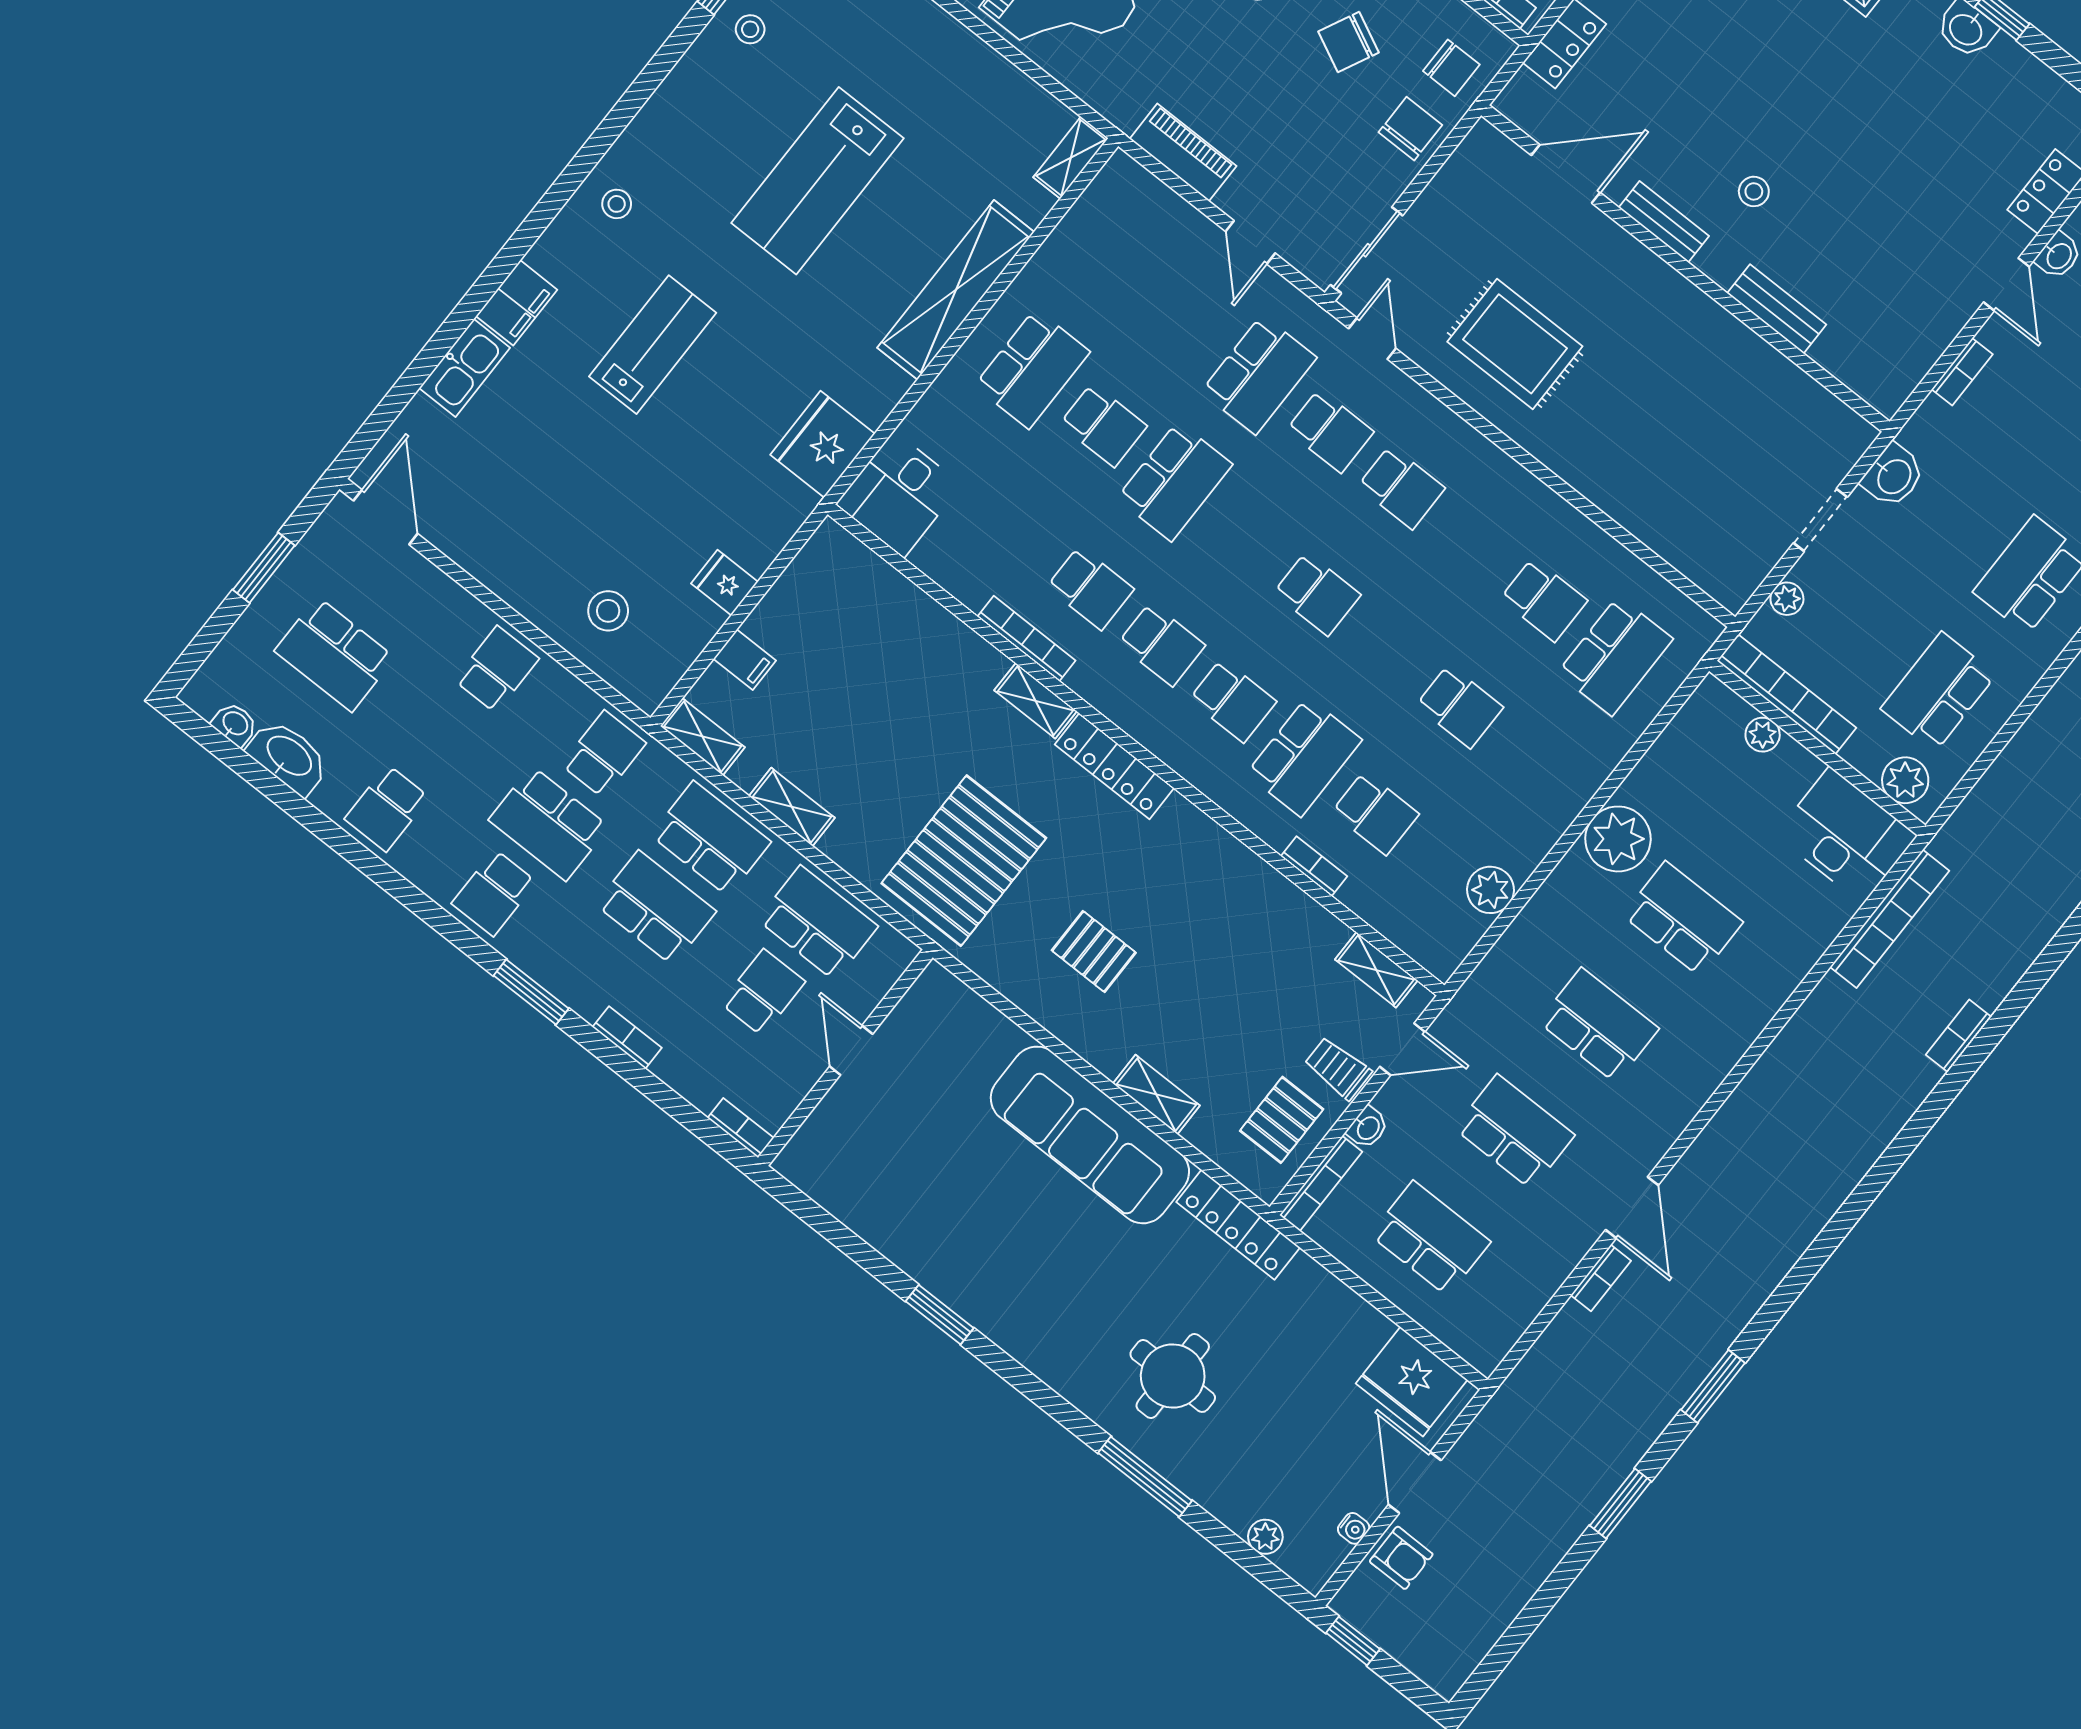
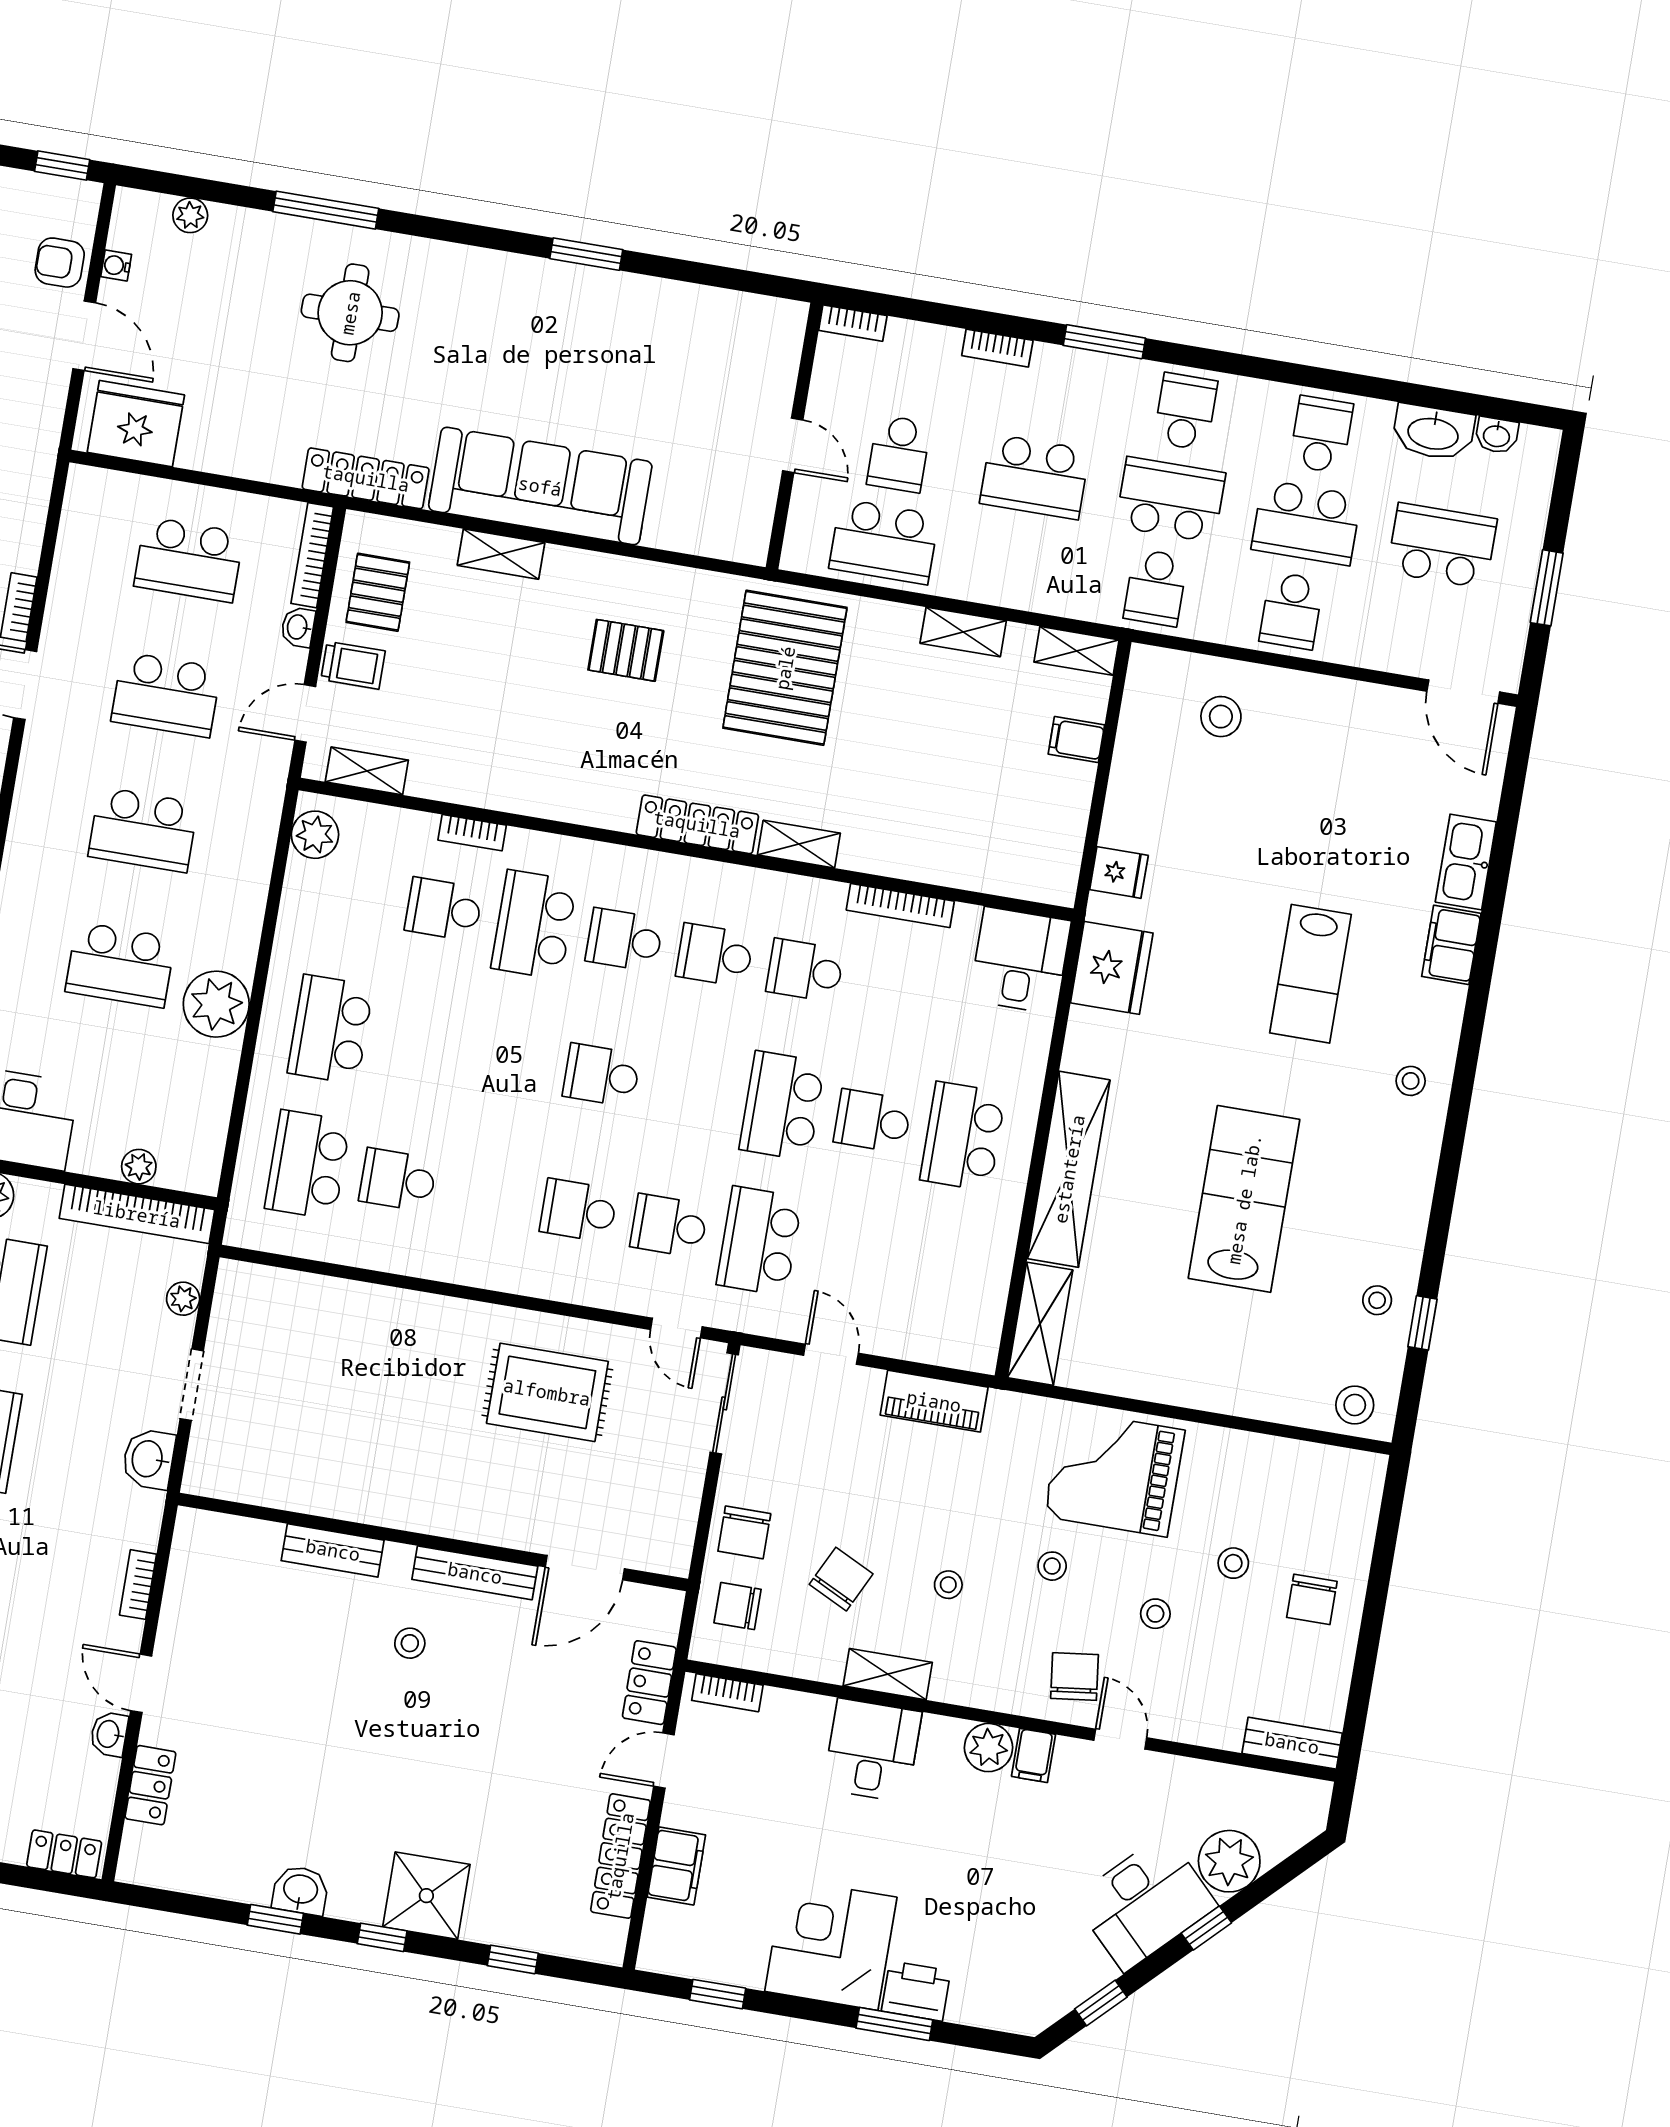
shelving: (1071, 158) -> (1040, 1324), width x1.50, depth x1.33
bench: (1664, 222) -> (475, 1573), width x1.36
fridge: (725, 583) -> (1119, 872), moved
bookcase: (1027, 639) -> (900, 906), moved
school desk: (1460, 706) -> (330, 1029), moved, width x1.85
school desk: (711, 838) -> (1306, 523), moved
plant: (1490, 890) -> (315, 835), moved

